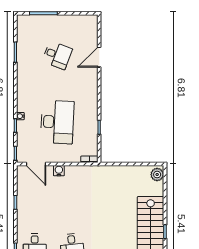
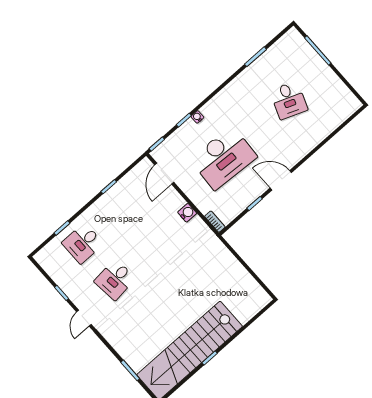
door: (99, 57) -> (281, 180), moved
water cooler: (59, 171) -> (187, 213), moved
plant: (157, 175) -> (259, 301), removed

